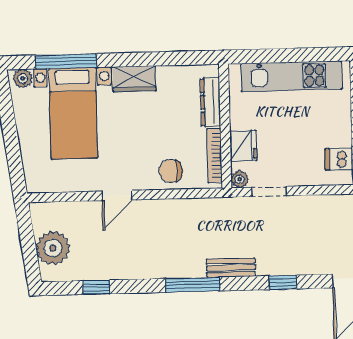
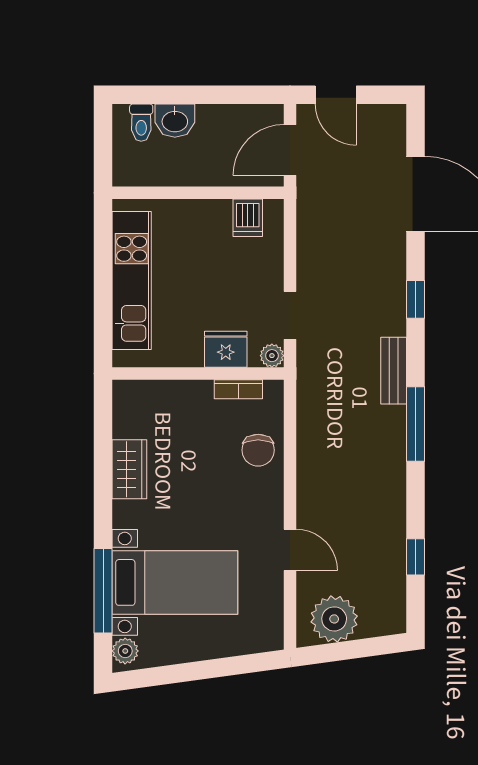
wardrobe: (134, 79) -> (129, 469), moved
dresser: (210, 102) -> (164, 393), removed
bookcase: (214, 156) -> (238, 389), width x0.64
door: (117, 195) -> (290, 550), moved
plant: (53, 248) -> (334, 619), moved

